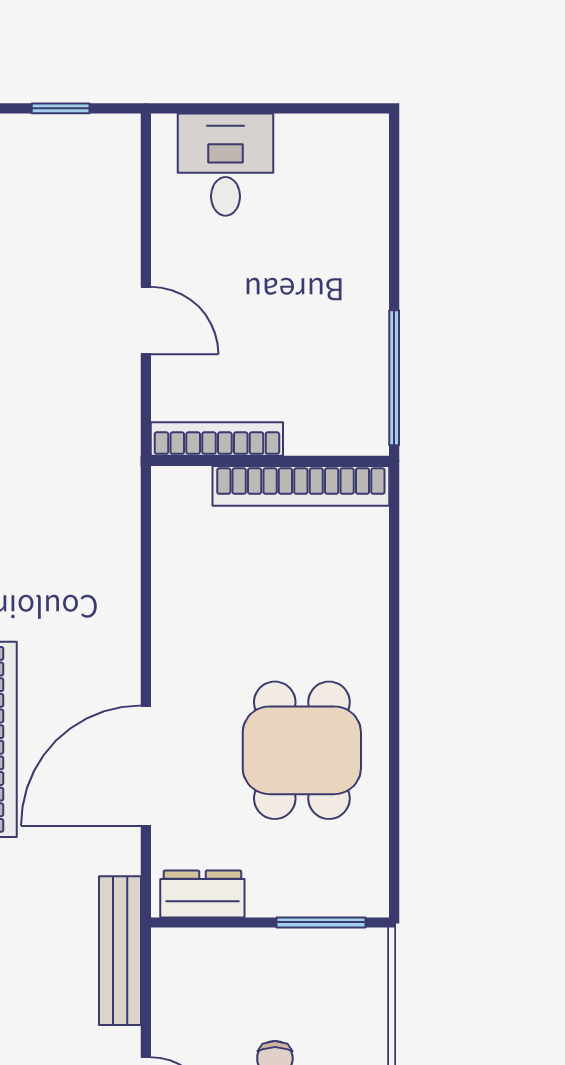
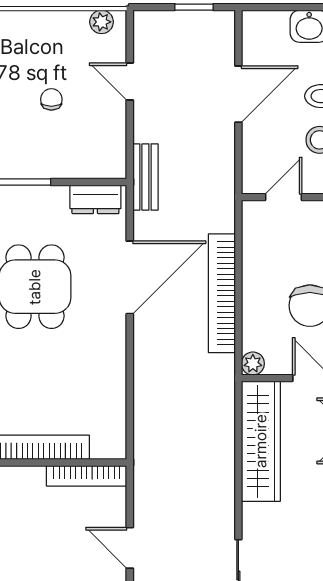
bench: (120, 951) -> (145, 177), width x0.73

